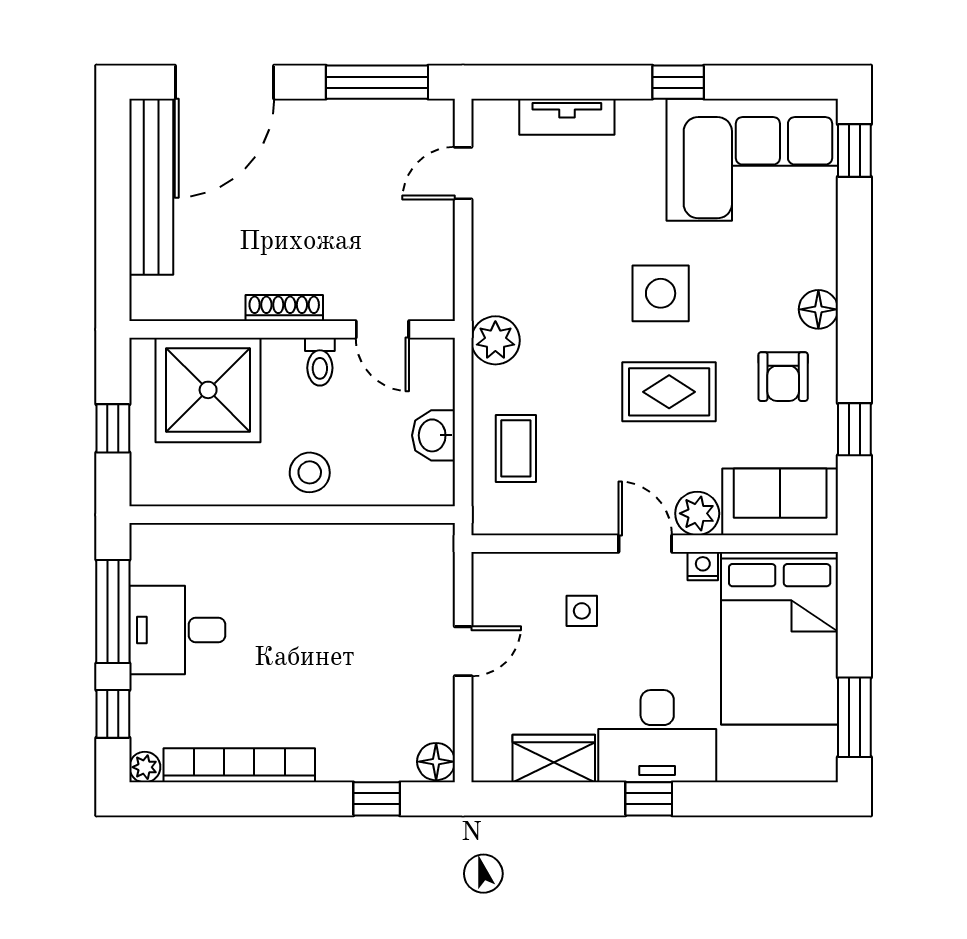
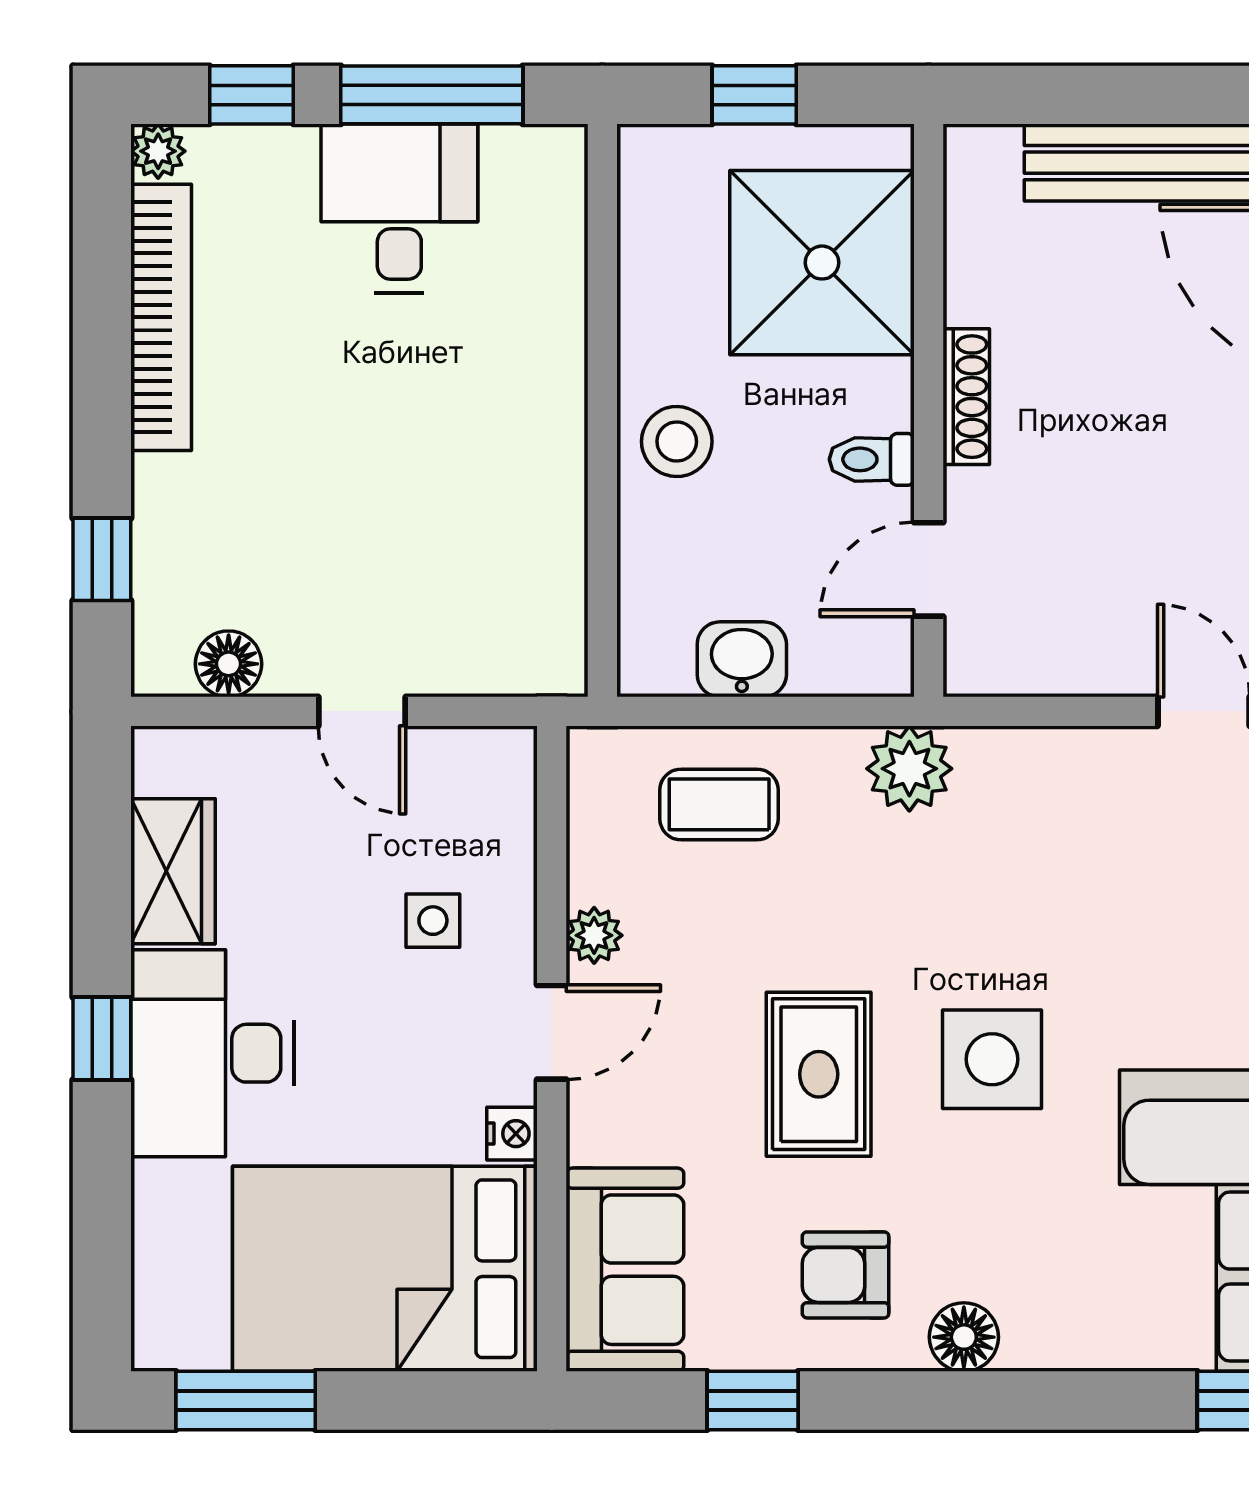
plant: (697, 513) -> (594, 935), moved, width x0.73, depth x0.73
floor lamp: (436, 762) -> (229, 664), moved

